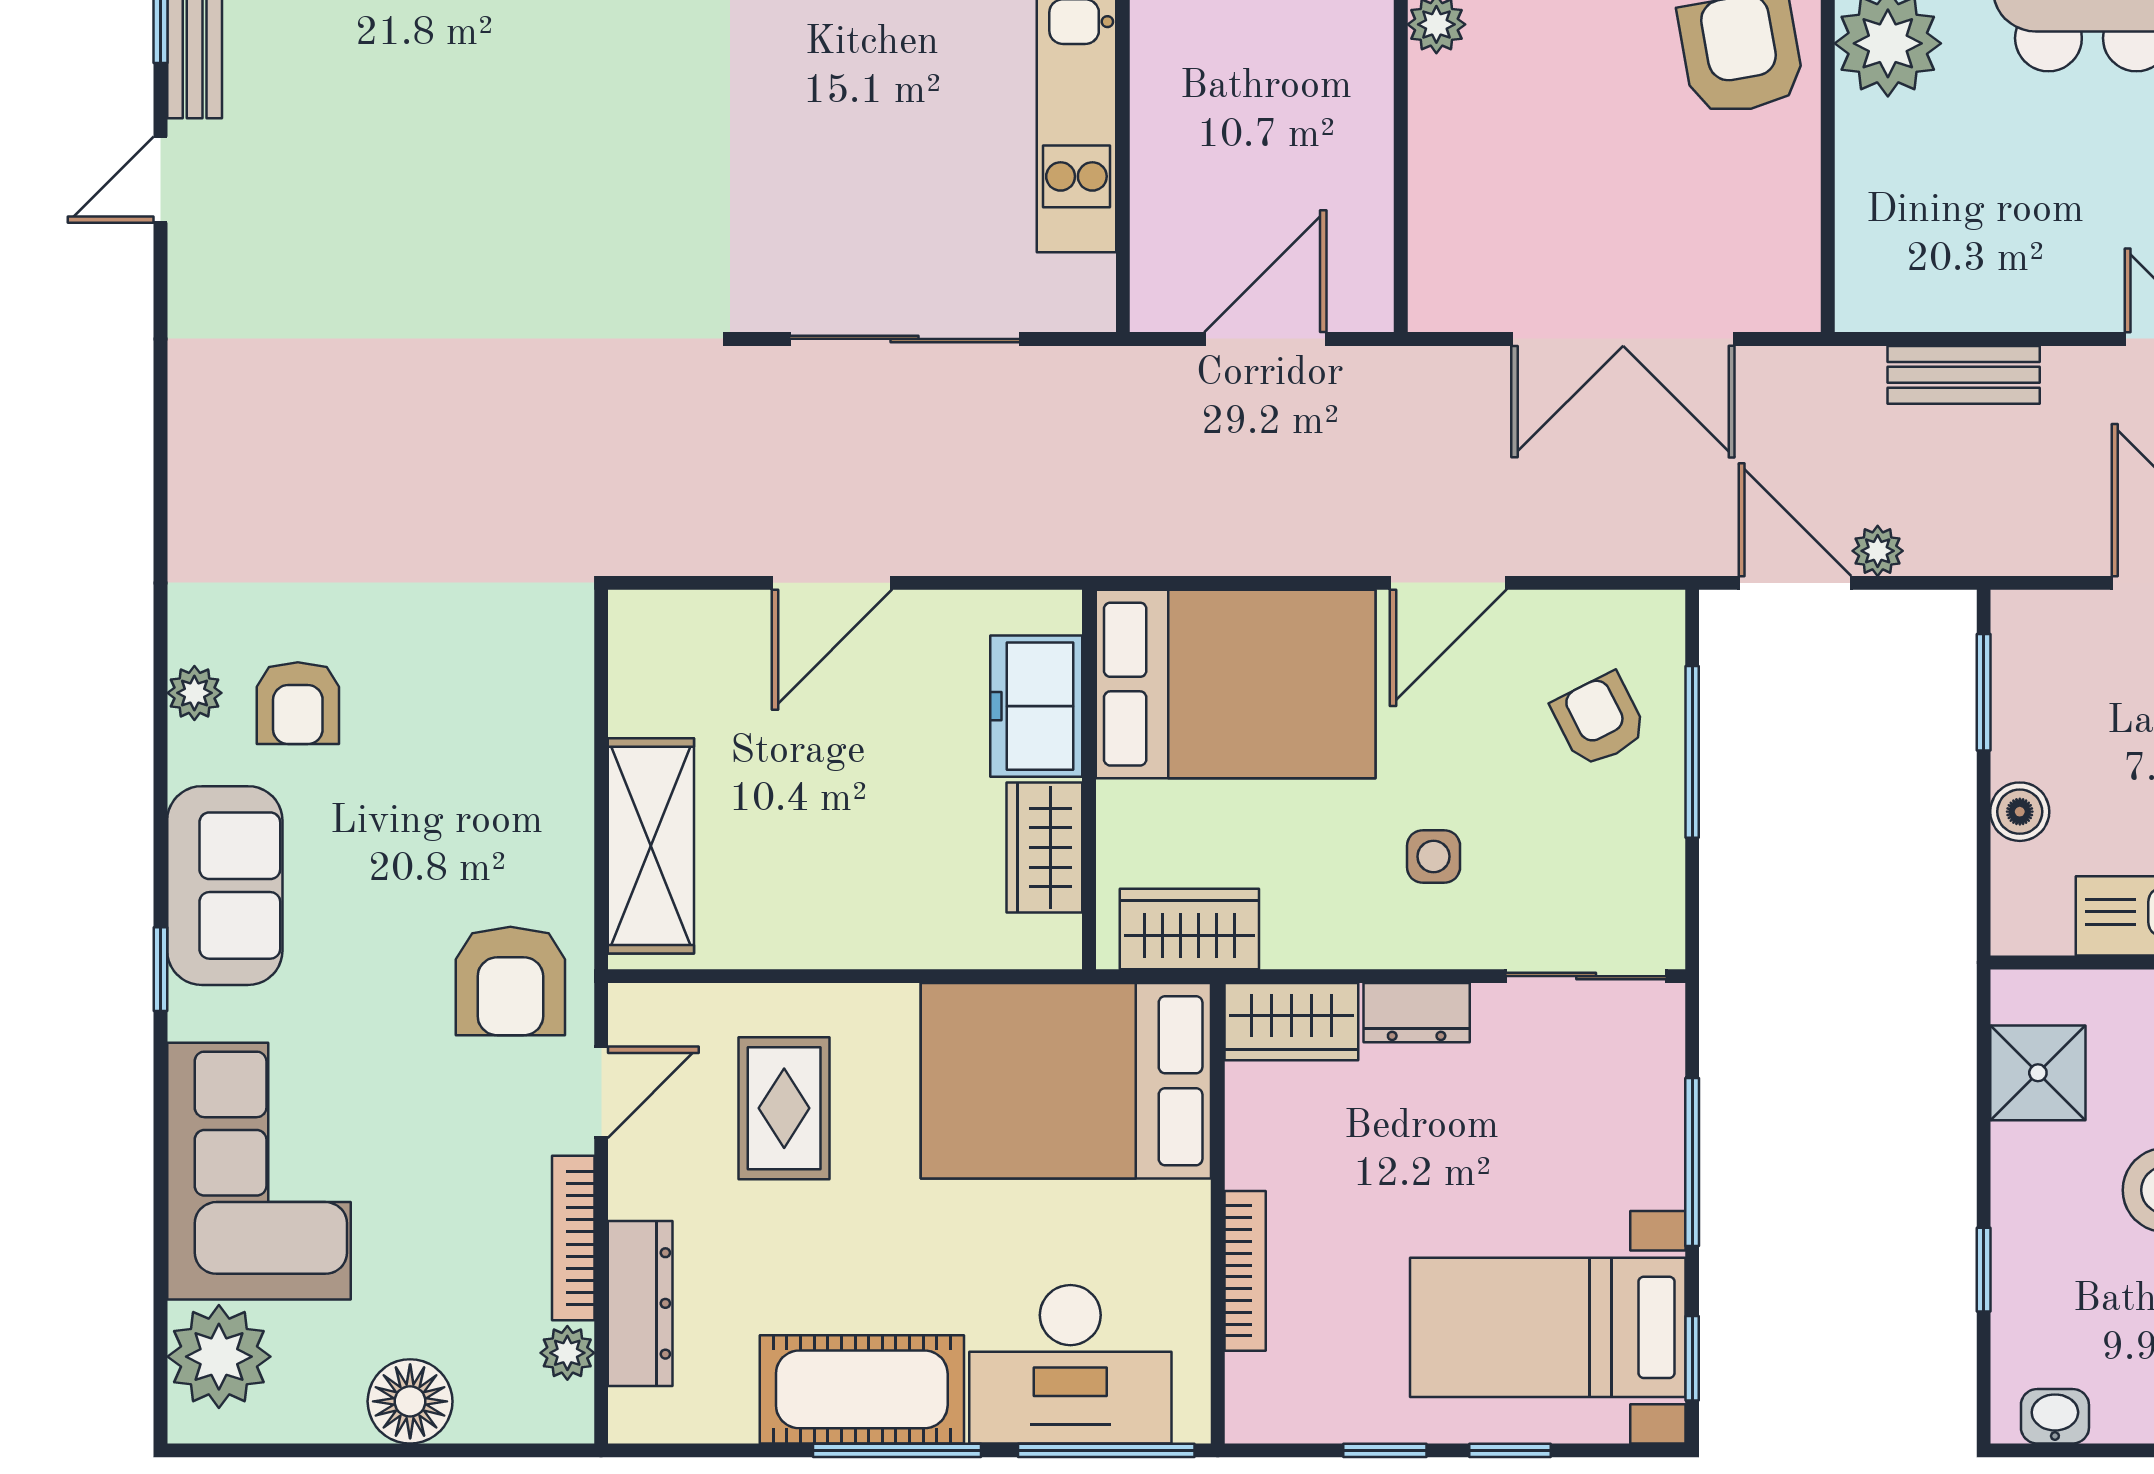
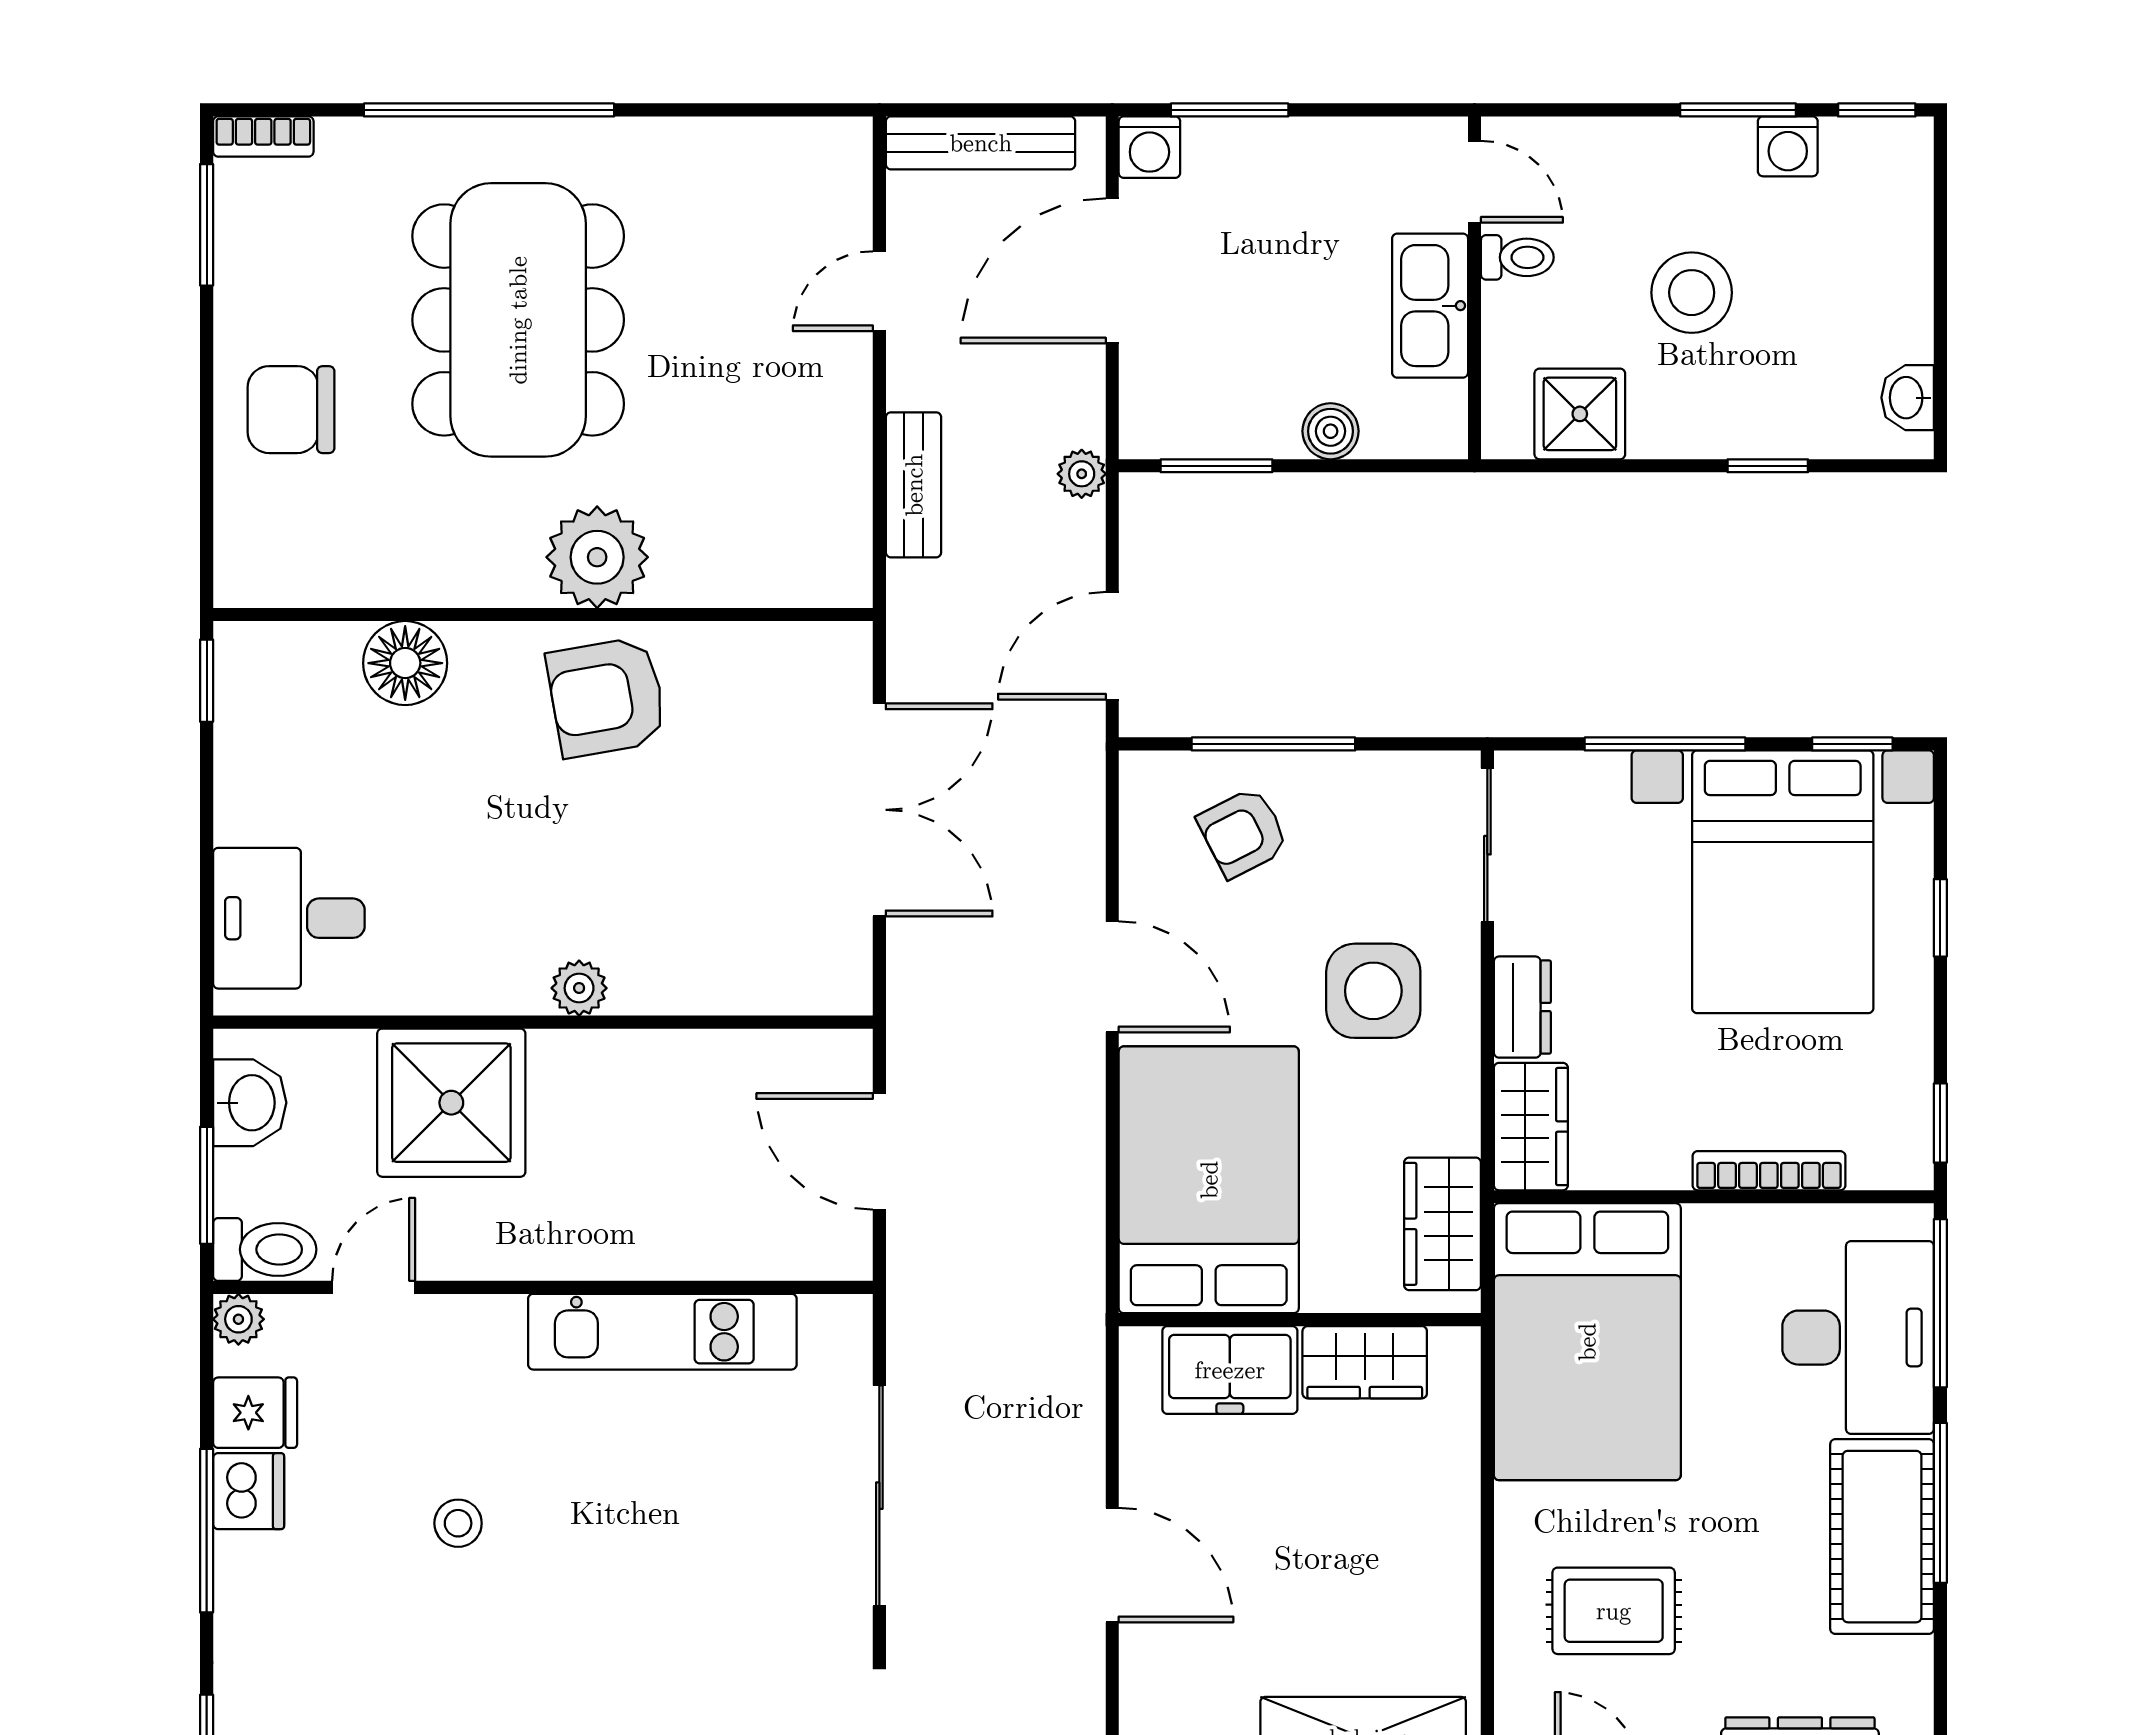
plant: (1878, 551) -> (1082, 474), moved
side table: (1434, 857) -> (1373, 991), width x1.87, depth x1.87
bed with nightstands: (1548, 1327) -> (1783, 882), width x1.36
window: (1385, 1450) -> (1940, 1123), moved

